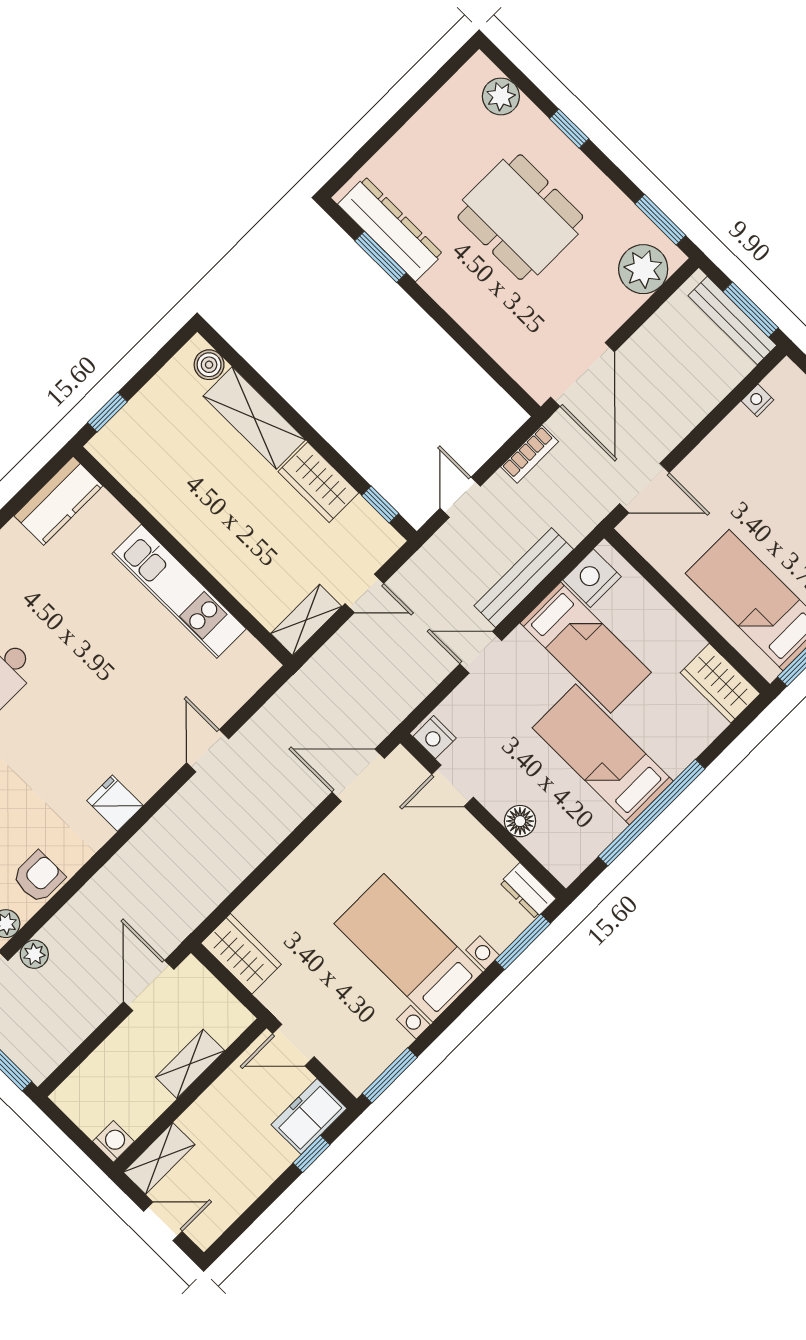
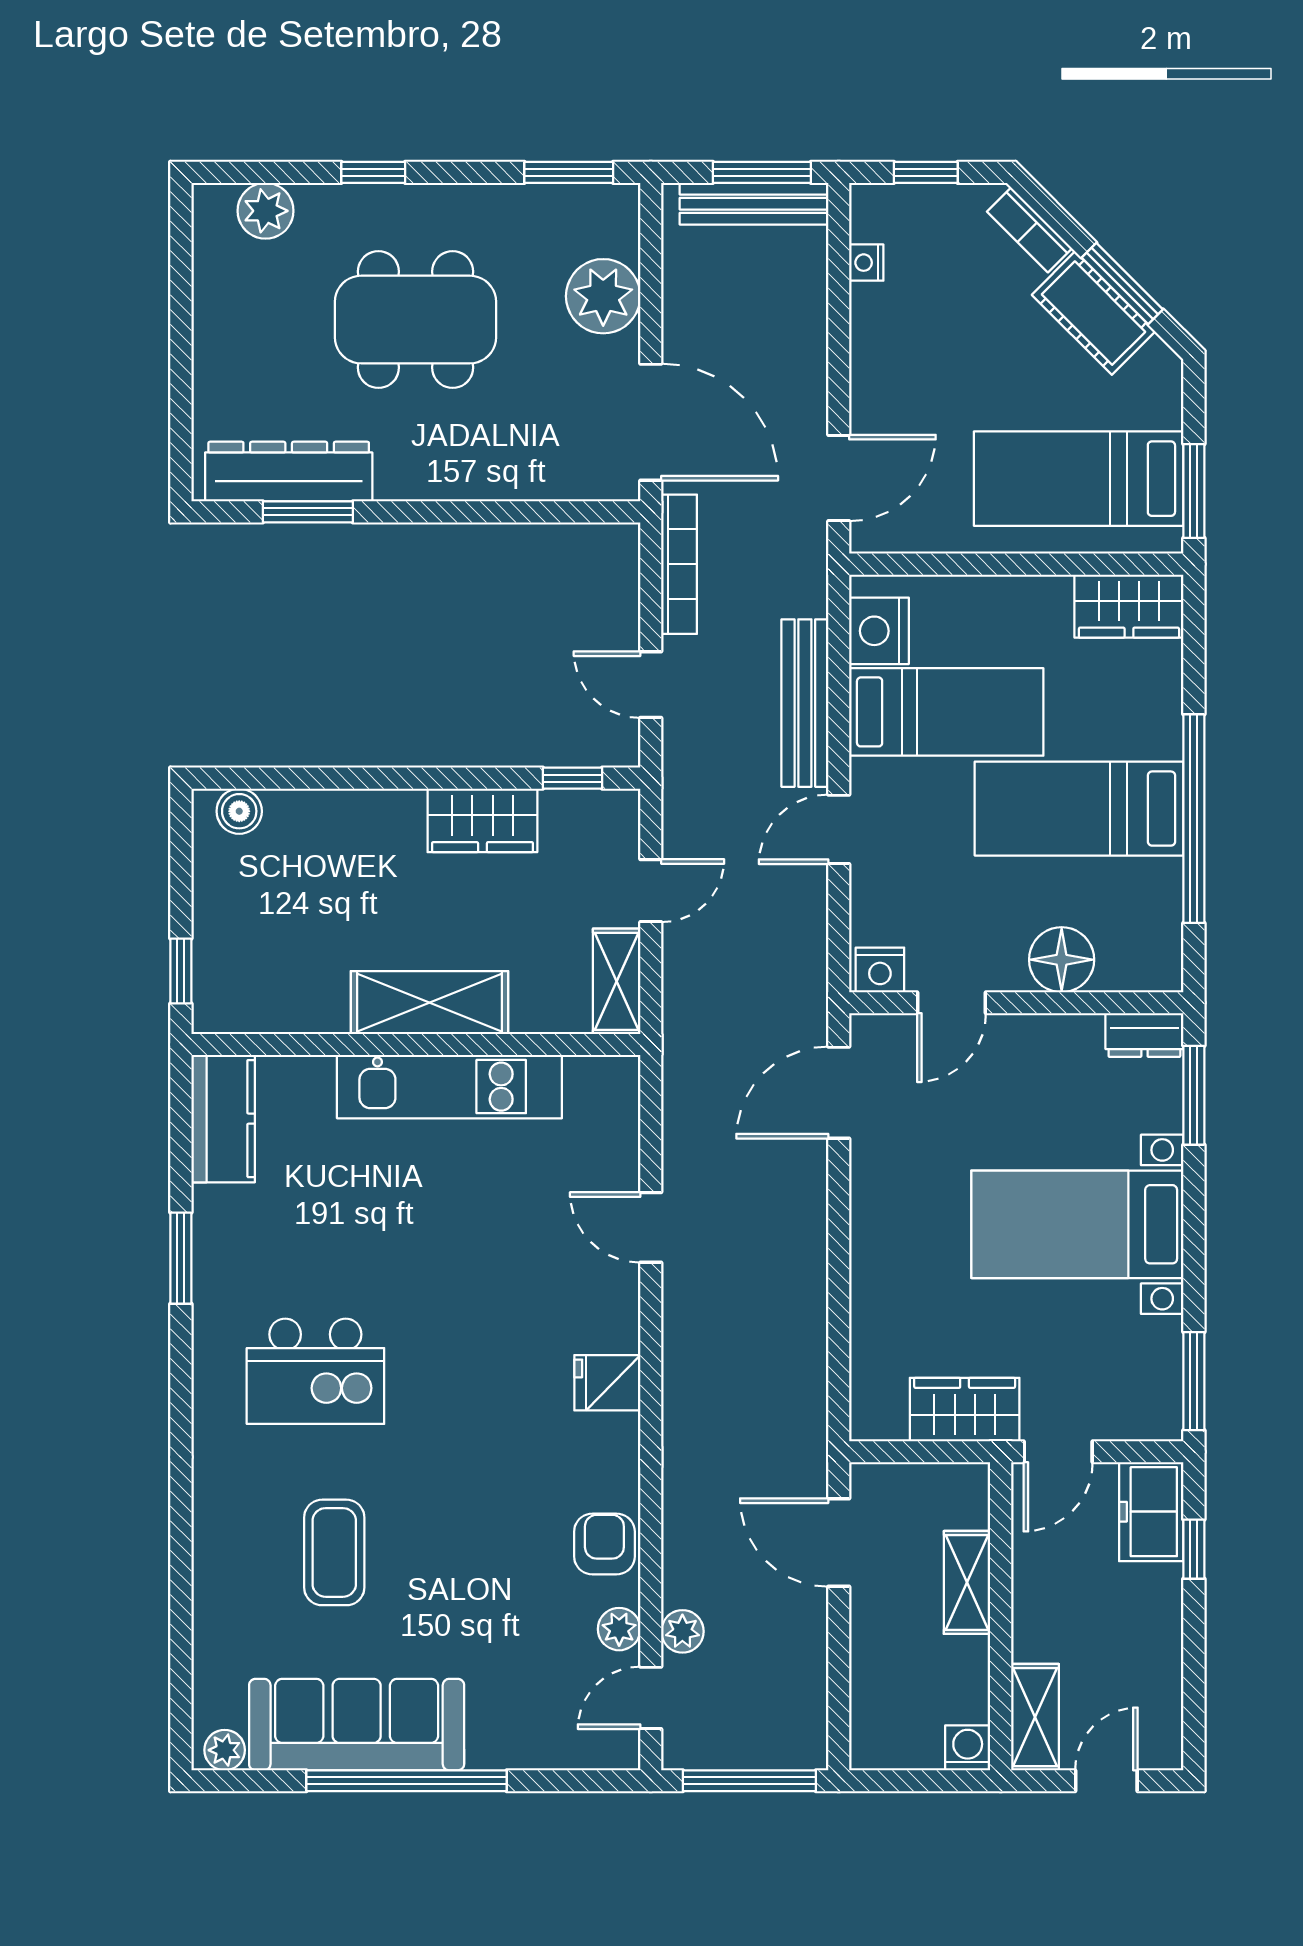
plant: (643, 269) -> (603, 296), moved
shelving: (254, 418) -> (429, 1003), moved
bookcase: (530, 454) -> (679, 564), width x1.56
floor lamp: (520, 821) -> (1062, 960), width x1.38, depth x1.38
wardrobe: (241, 954) -> (965, 1410), moved

